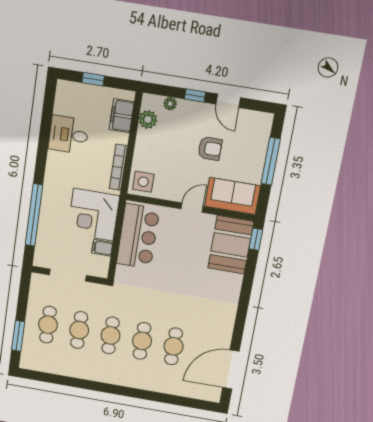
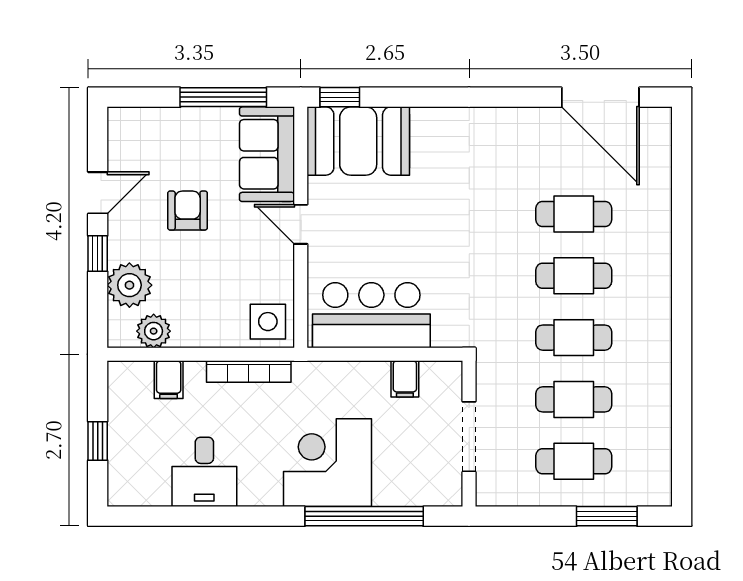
plant: (170, 104) -> (129, 285), width x1.88, depth x1.88
filing cabinet: (122, 116) -> (169, 380), width x0.50
window: (271, 161) -> (223, 97), moved
corner desk: (93, 215) -> (328, 463), moved, turned 180

